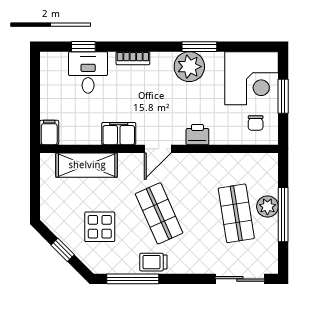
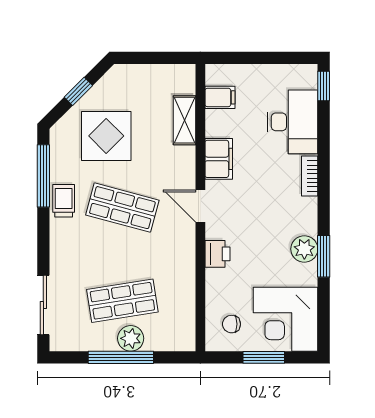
window: (83, 47) -> (324, 86), moved
plant: (189, 67) -> (304, 249), width x0.73, depth x0.73
desk: (88, 72) -> (293, 122), width x1.37
filing cabinet: (49, 132) -> (220, 97), moved
shelving: (87, 165) -> (184, 120), width x0.67, depth x0.75
shop shelf: (159, 213) -> (122, 208), turned 39
display table: (100, 227) -> (106, 136), width x1.36, depth x1.36

